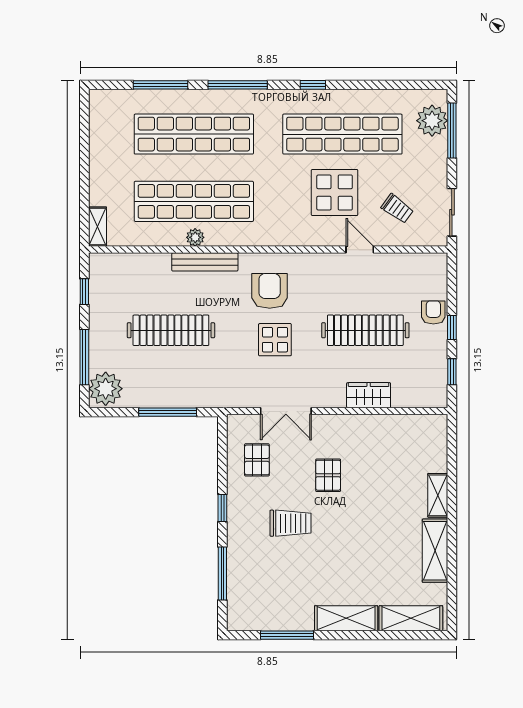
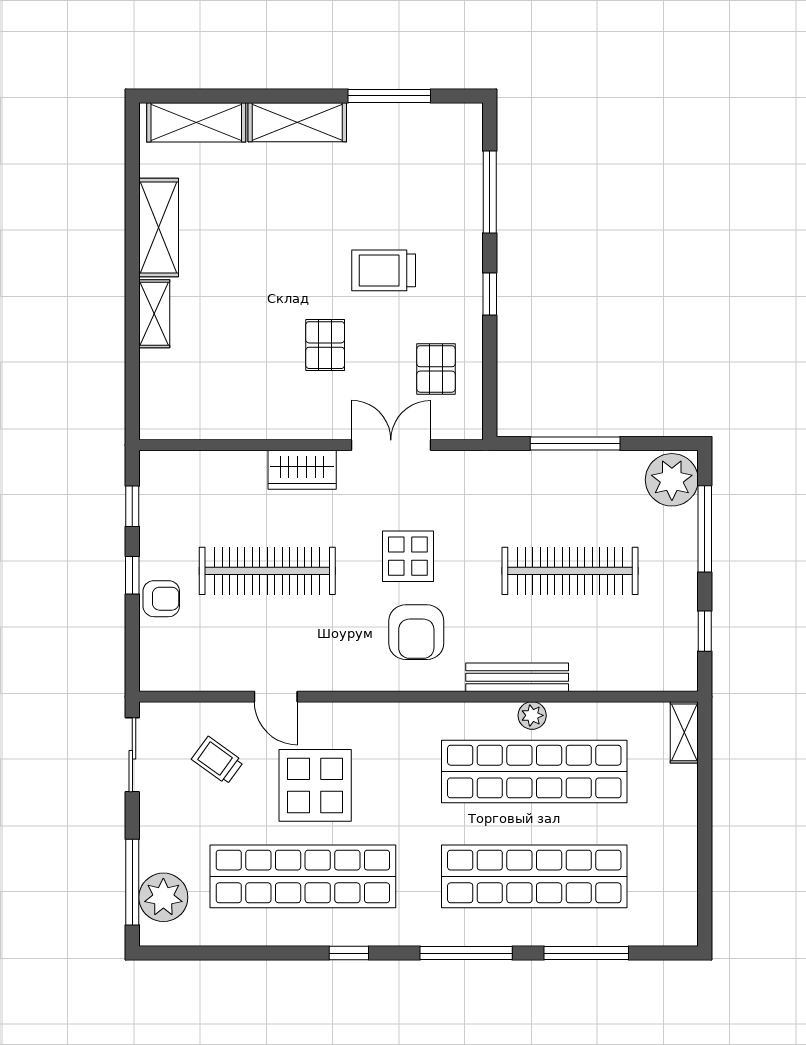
armchair: (433, 312) -> (161, 599), turned -90
wardrobe: (369, 395) -> (302, 470), moved

